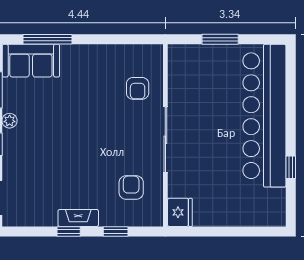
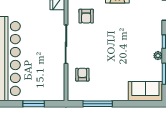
window: (47, 39) -> (98, 104), moved

